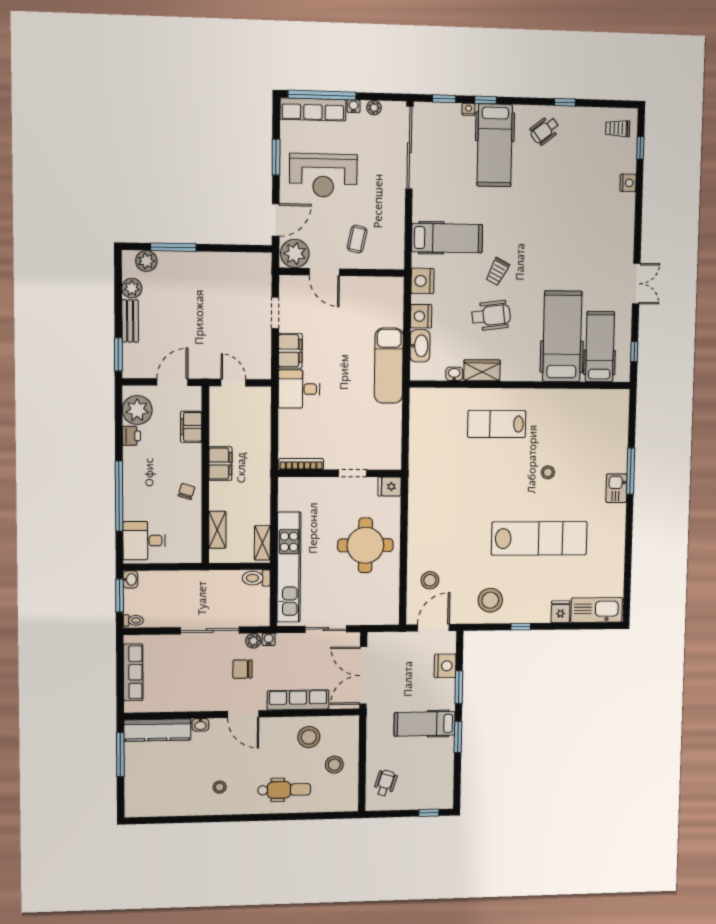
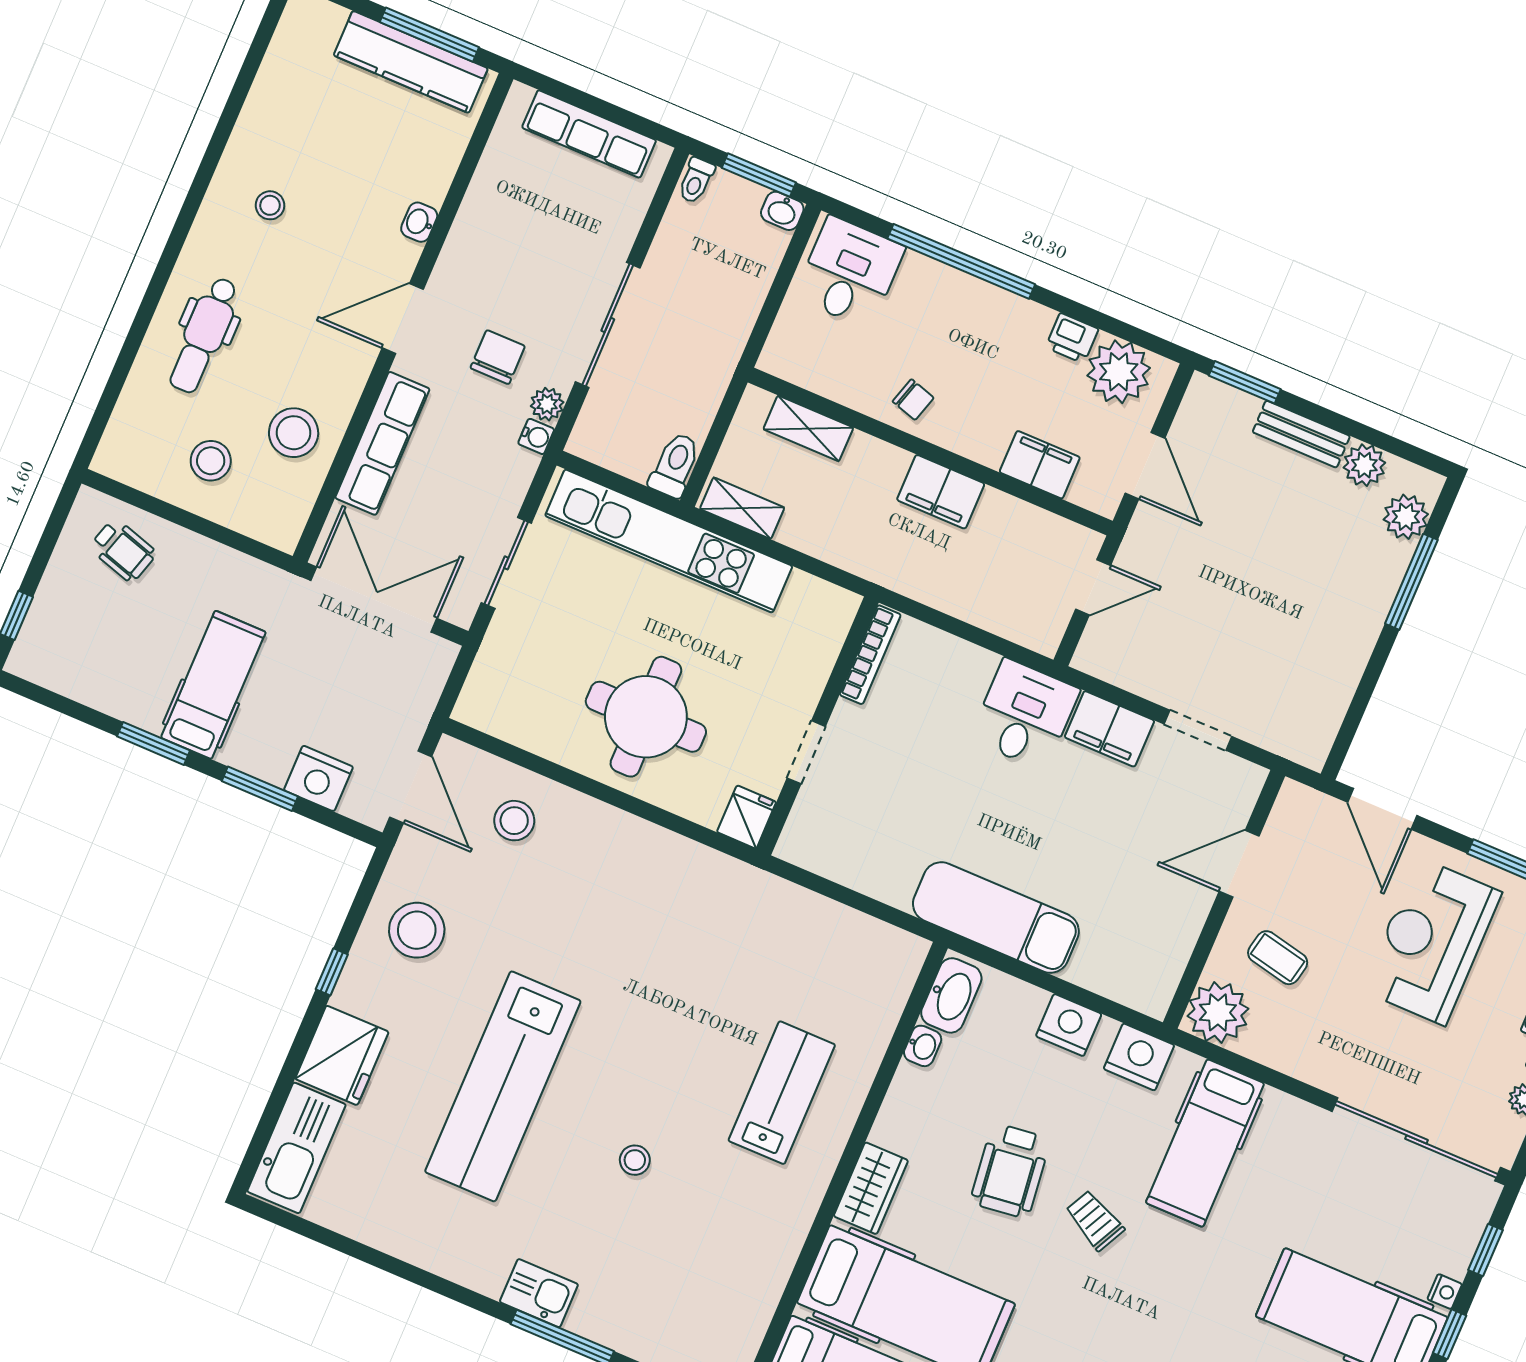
plant: (295, 253) -> (1218, 1012), moved
washbasin: (420, 346) -> (951, 995), moved, turned -90
wardrobe: (482, 370) -> (871, 1188), moved
fridge: (561, 612) -> (342, 1055), width x1.88, depth x1.34
kitchen counter: (157, 730) -> (411, 62), moved, turned -90

